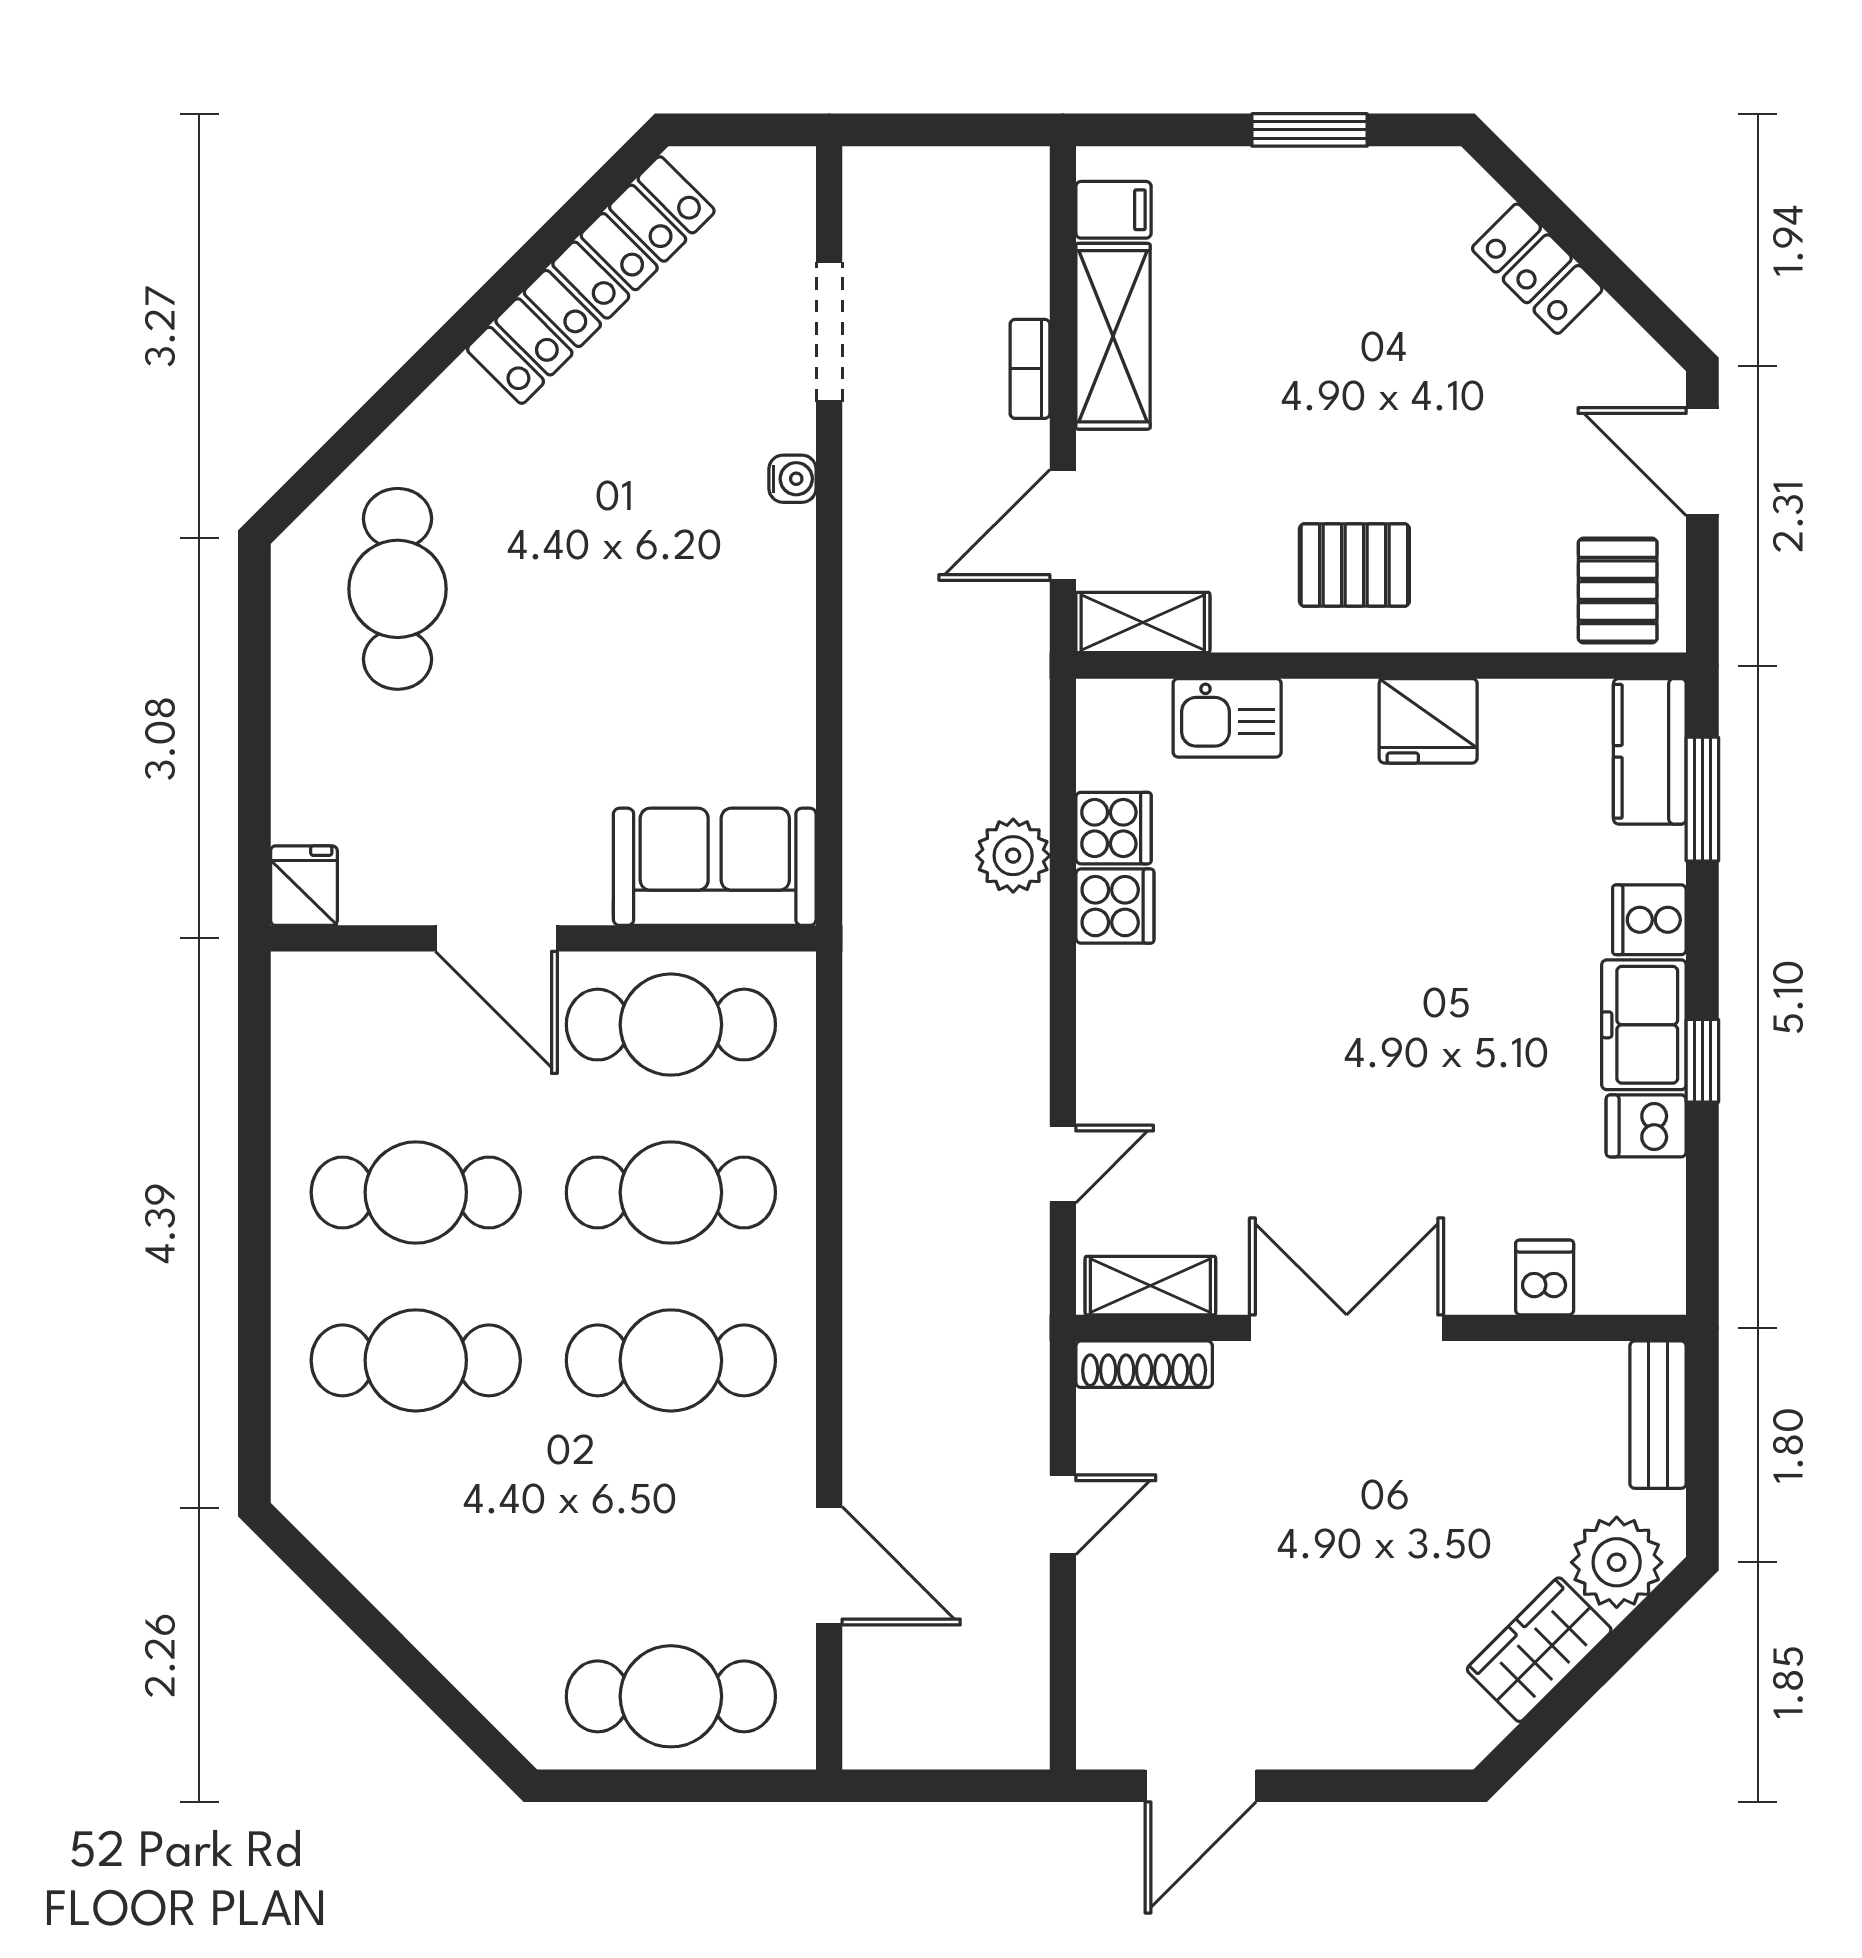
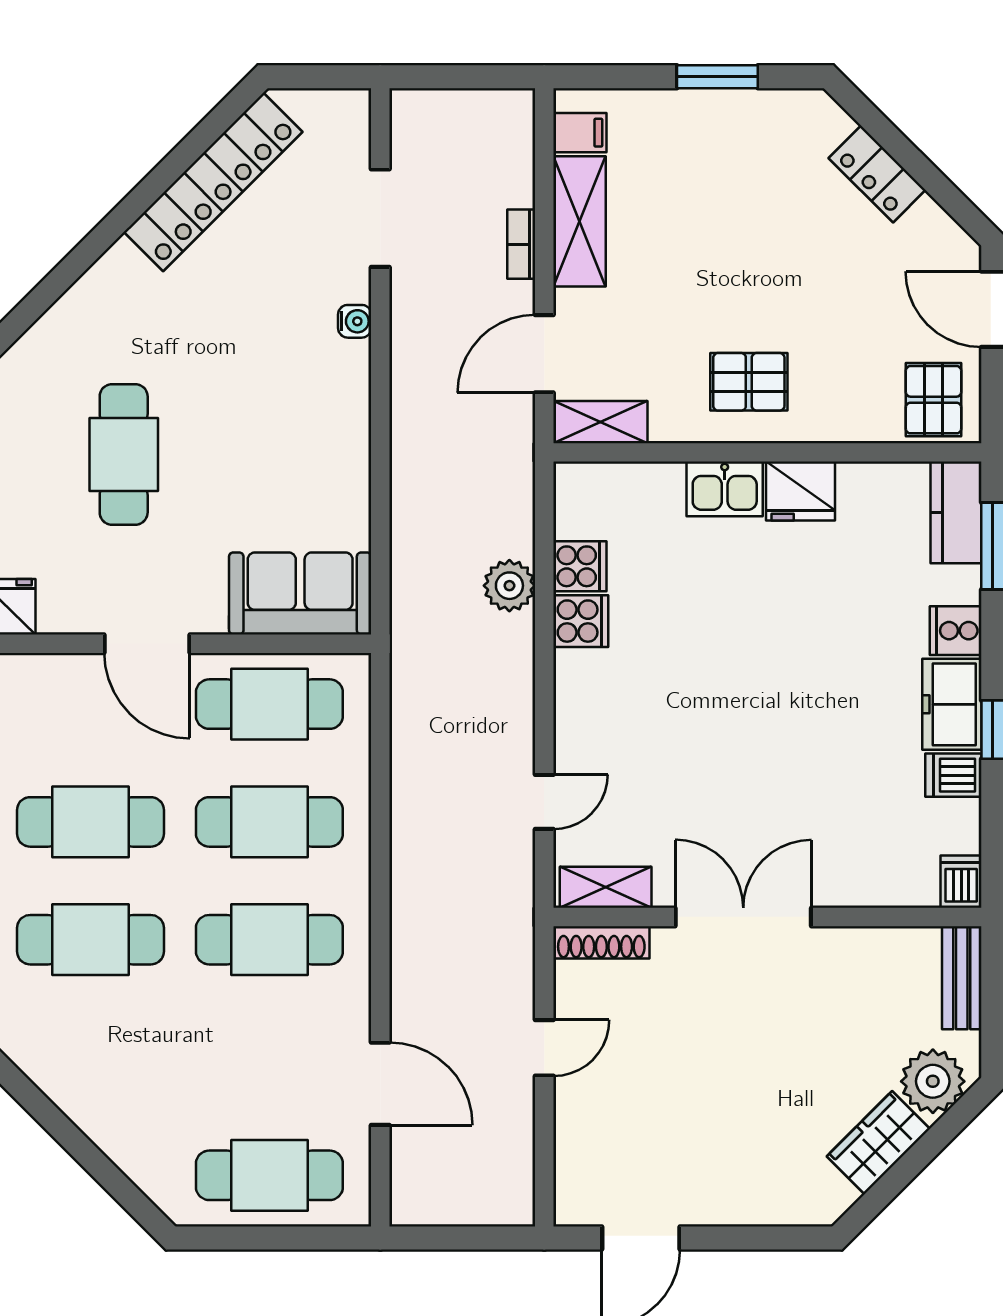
cafe table: (398, 589) -> (124, 454), moved
kitchen sink: (1227, 718) -> (725, 489), moved
dishwasher: (1545, 1278) -> (961, 882), moved

